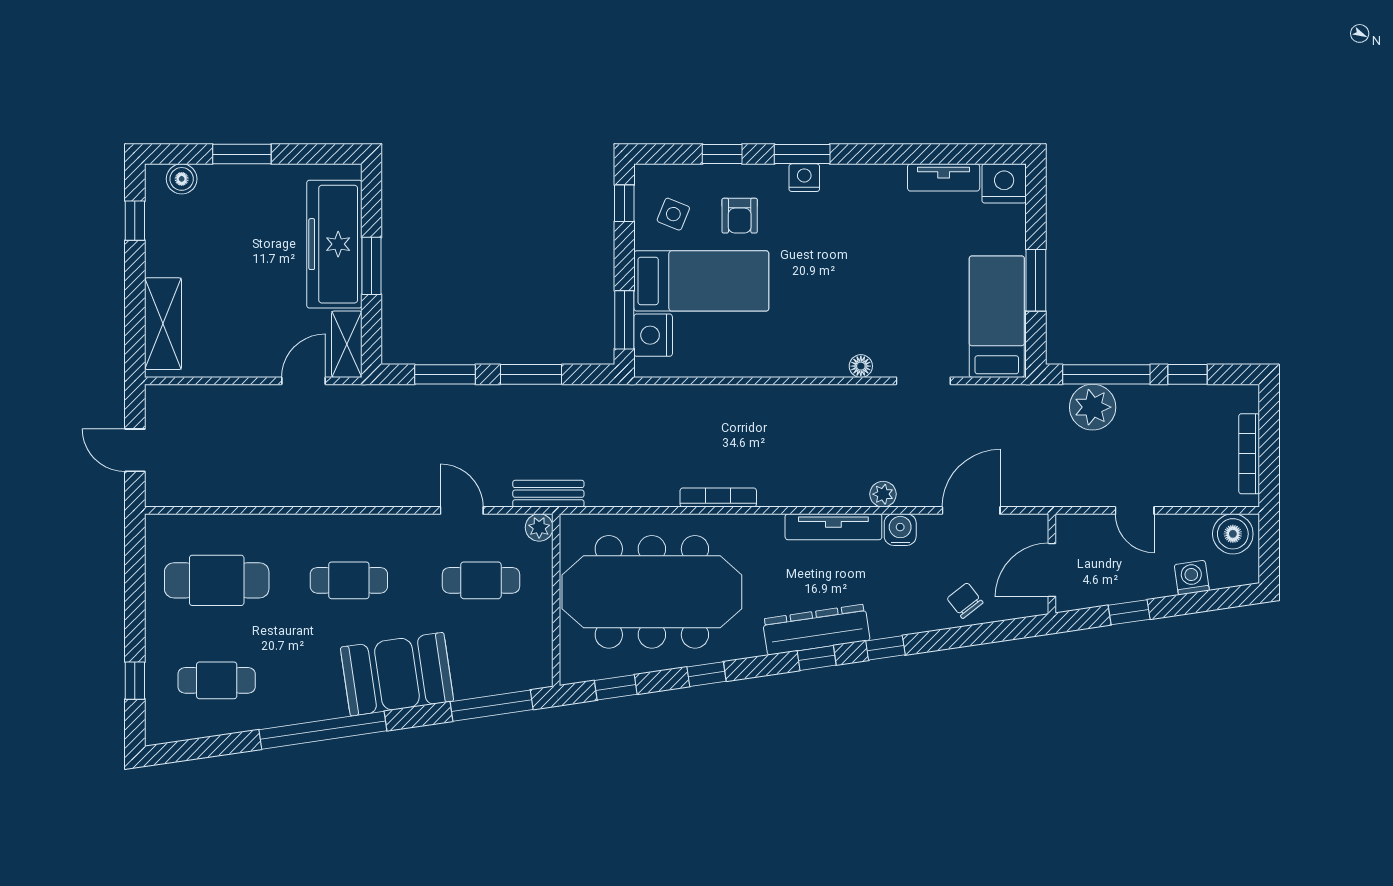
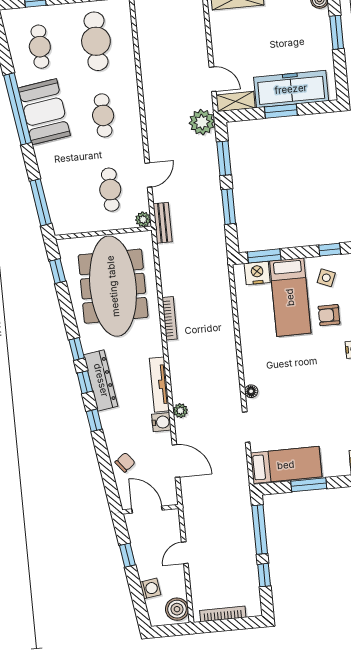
plant: (1093, 407) -> (202, 122), moved
booth: (397, 674) -> (44, 112), moved
window: (706, 674) -> (77, 349), moved

